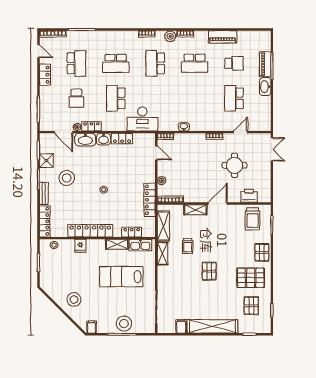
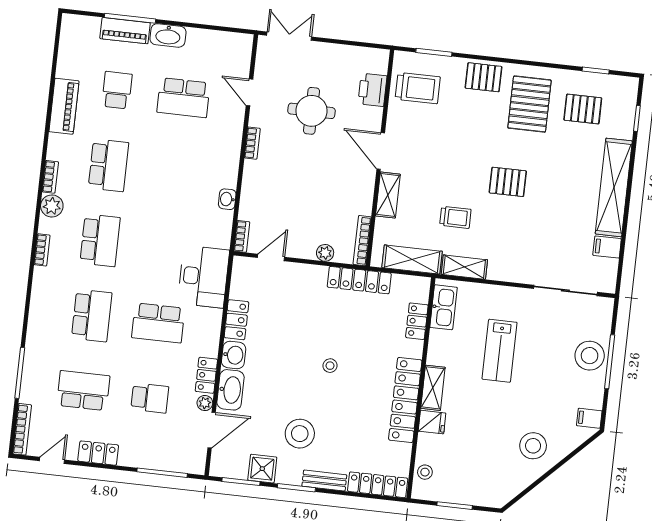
school desk: (155, 63) -> (100, 240), turned -90
shelving: (117, 244) -> (433, 388), moved
lab bench: (121, 277) -> (500, 351), width x0.73, depth x0.72

